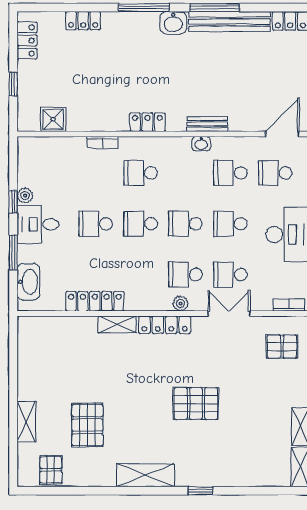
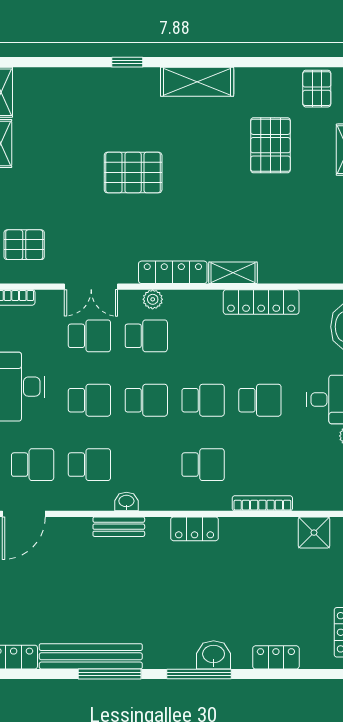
washbasin: (173, 23) -> (214, 655), moved
bookcase: (102, 142) -> (262, 503), width x1.56

